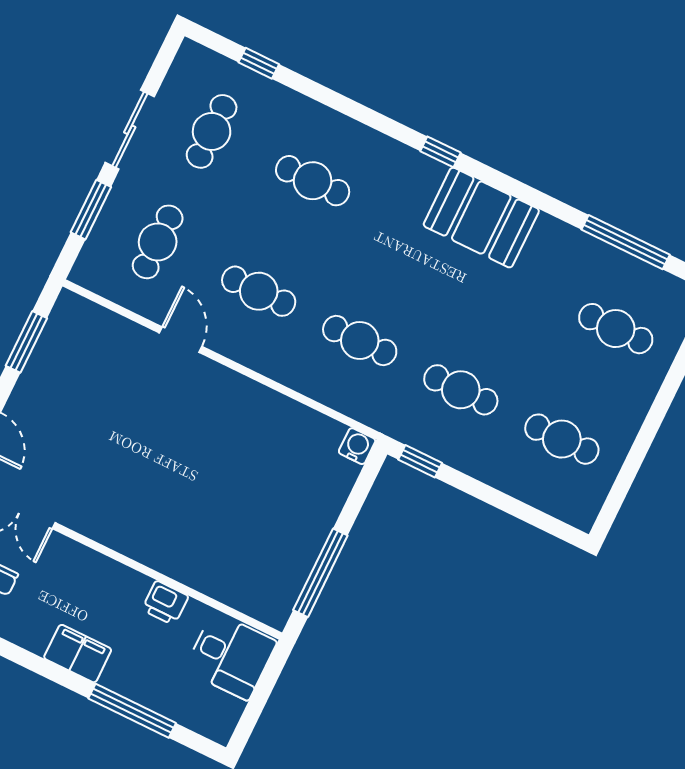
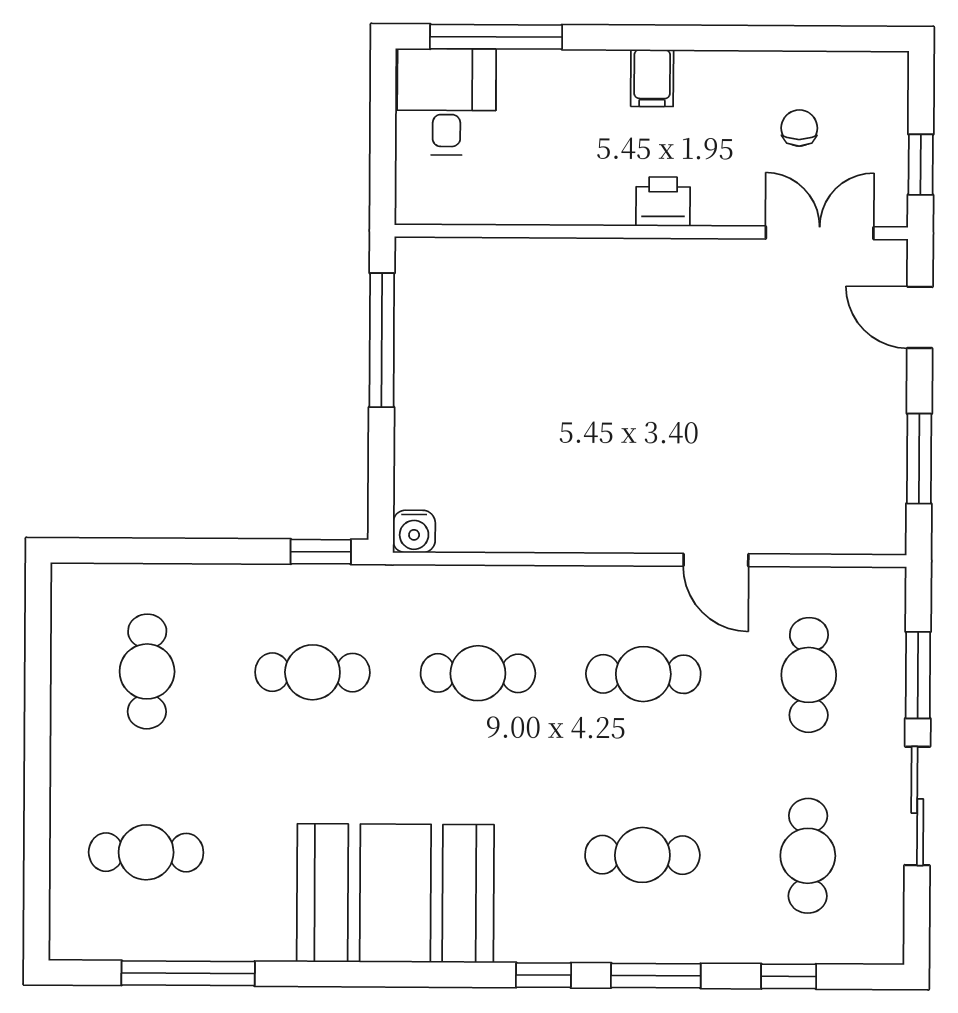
window: (340, 103) -> (656, 976), added
window: (440, 152) -> (544, 975), moved
booth: (481, 218) -> (395, 893), width x1.36, depth x1.42
cafe table: (562, 439) -> (147, 671), turned 90
printer: (165, 603) -> (663, 202), moved
filing cabinet: (78, 654) -> (652, 78), width x0.50
desk: (231, 656) -> (447, 102), moved, turned 90
window: (132, 711) -> (496, 37), moved

